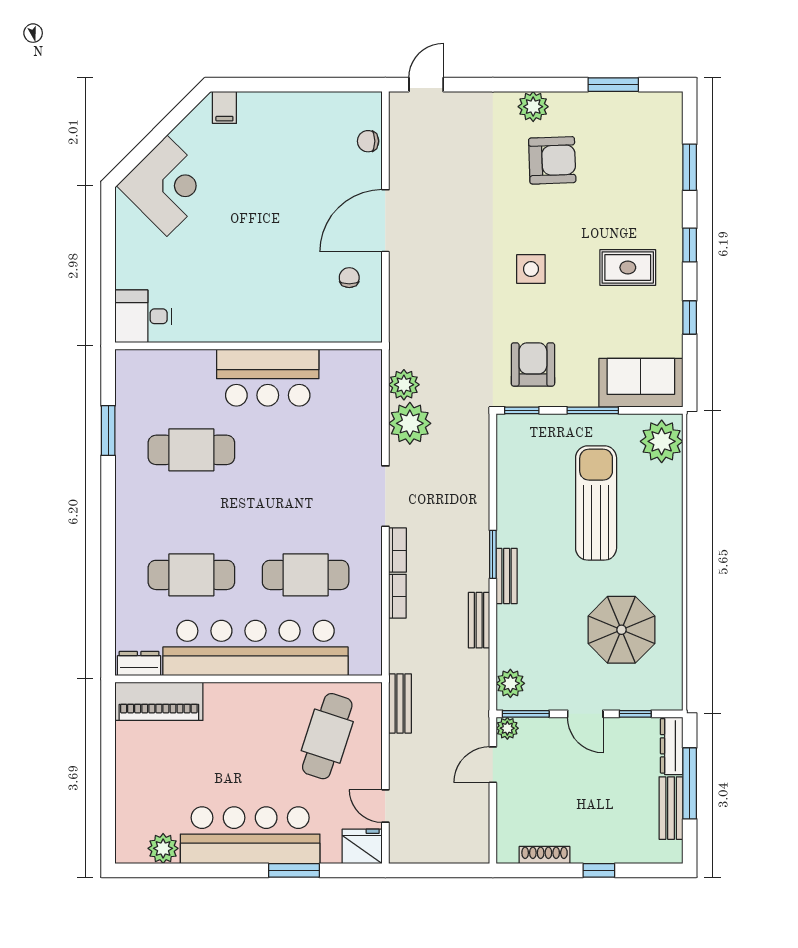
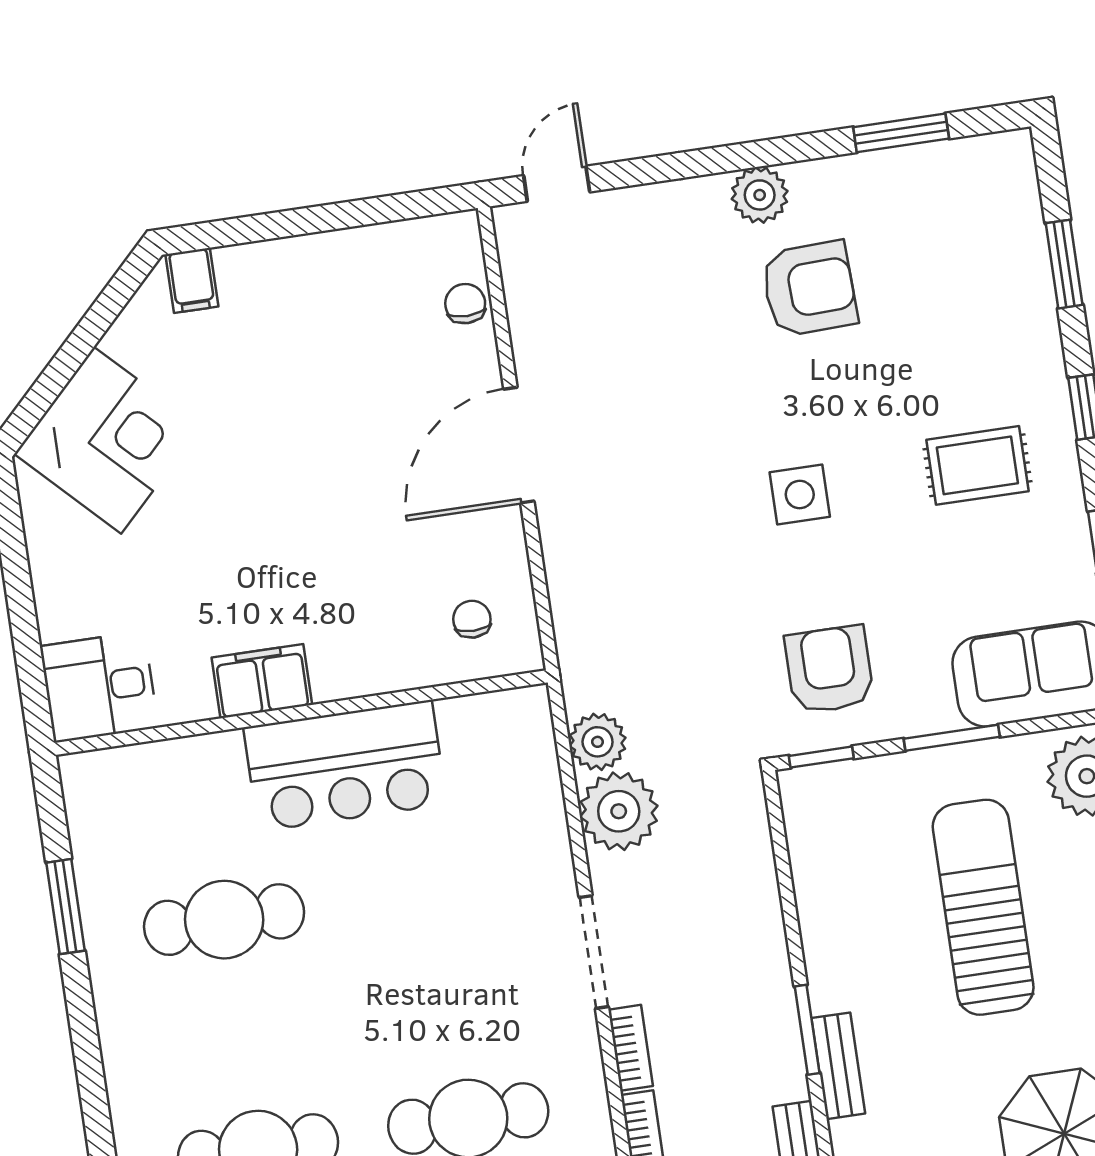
chair: (368, 141) -> (465, 304), turned 90
chair: (349, 278) -> (472, 619), moved
filing cabinet: (230, 326) -> (262, 681), added

